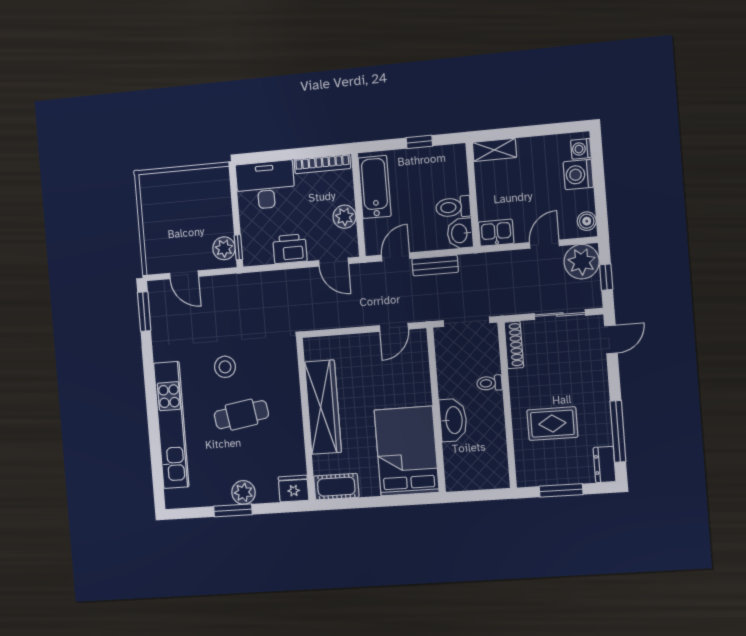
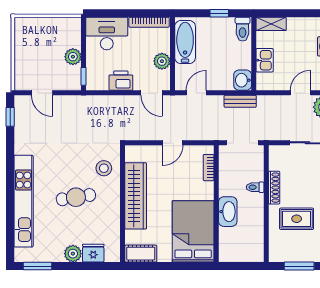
toilet: (453, 207) -> (243, 29), moved, turned -90
kitchen sink: (496, 233) -> (265, 60), moved, turned 90
plant: (224, 248) -> (73, 57), moved
bench: (435, 265) -> (240, 101), moved
window: (144, 311) -> (10, 117), width x0.67
door: (394, 327) -> (173, 143), moved
shoe rack: (514, 345) -> (274, 188), moved
bookcase: (421, 360) -> (209, 168), added
stool: (225, 367) -> (104, 168), moved
fridge: (294, 489) -> (93, 253), moved
window: (233, 510) -> (38, 266), moved

